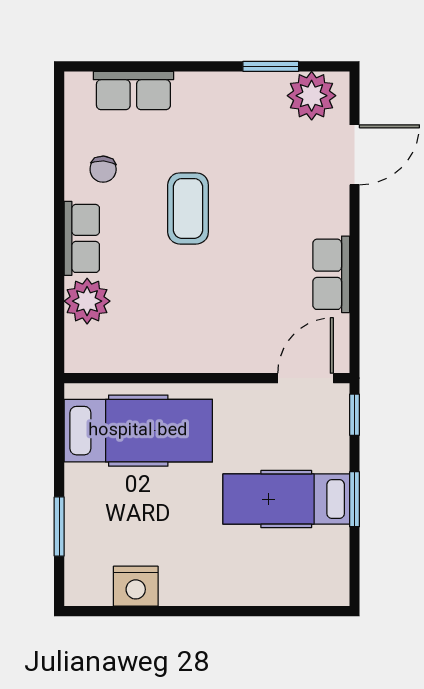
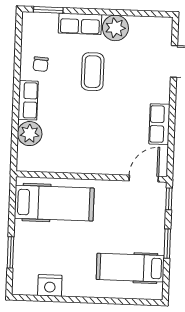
window: (271, 66) -> (48, 10), moved
row of seats: (133, 90) -> (80, 24), moved
plant: (312, 96) -> (115, 28), moved
coffee table: (188, 208) -> (93, 72), moved
hospital bed: (286, 499) -> (130, 268), moved

